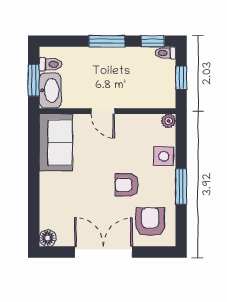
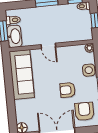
sofa: (56, 143) -> (22, 75), width x1.36

